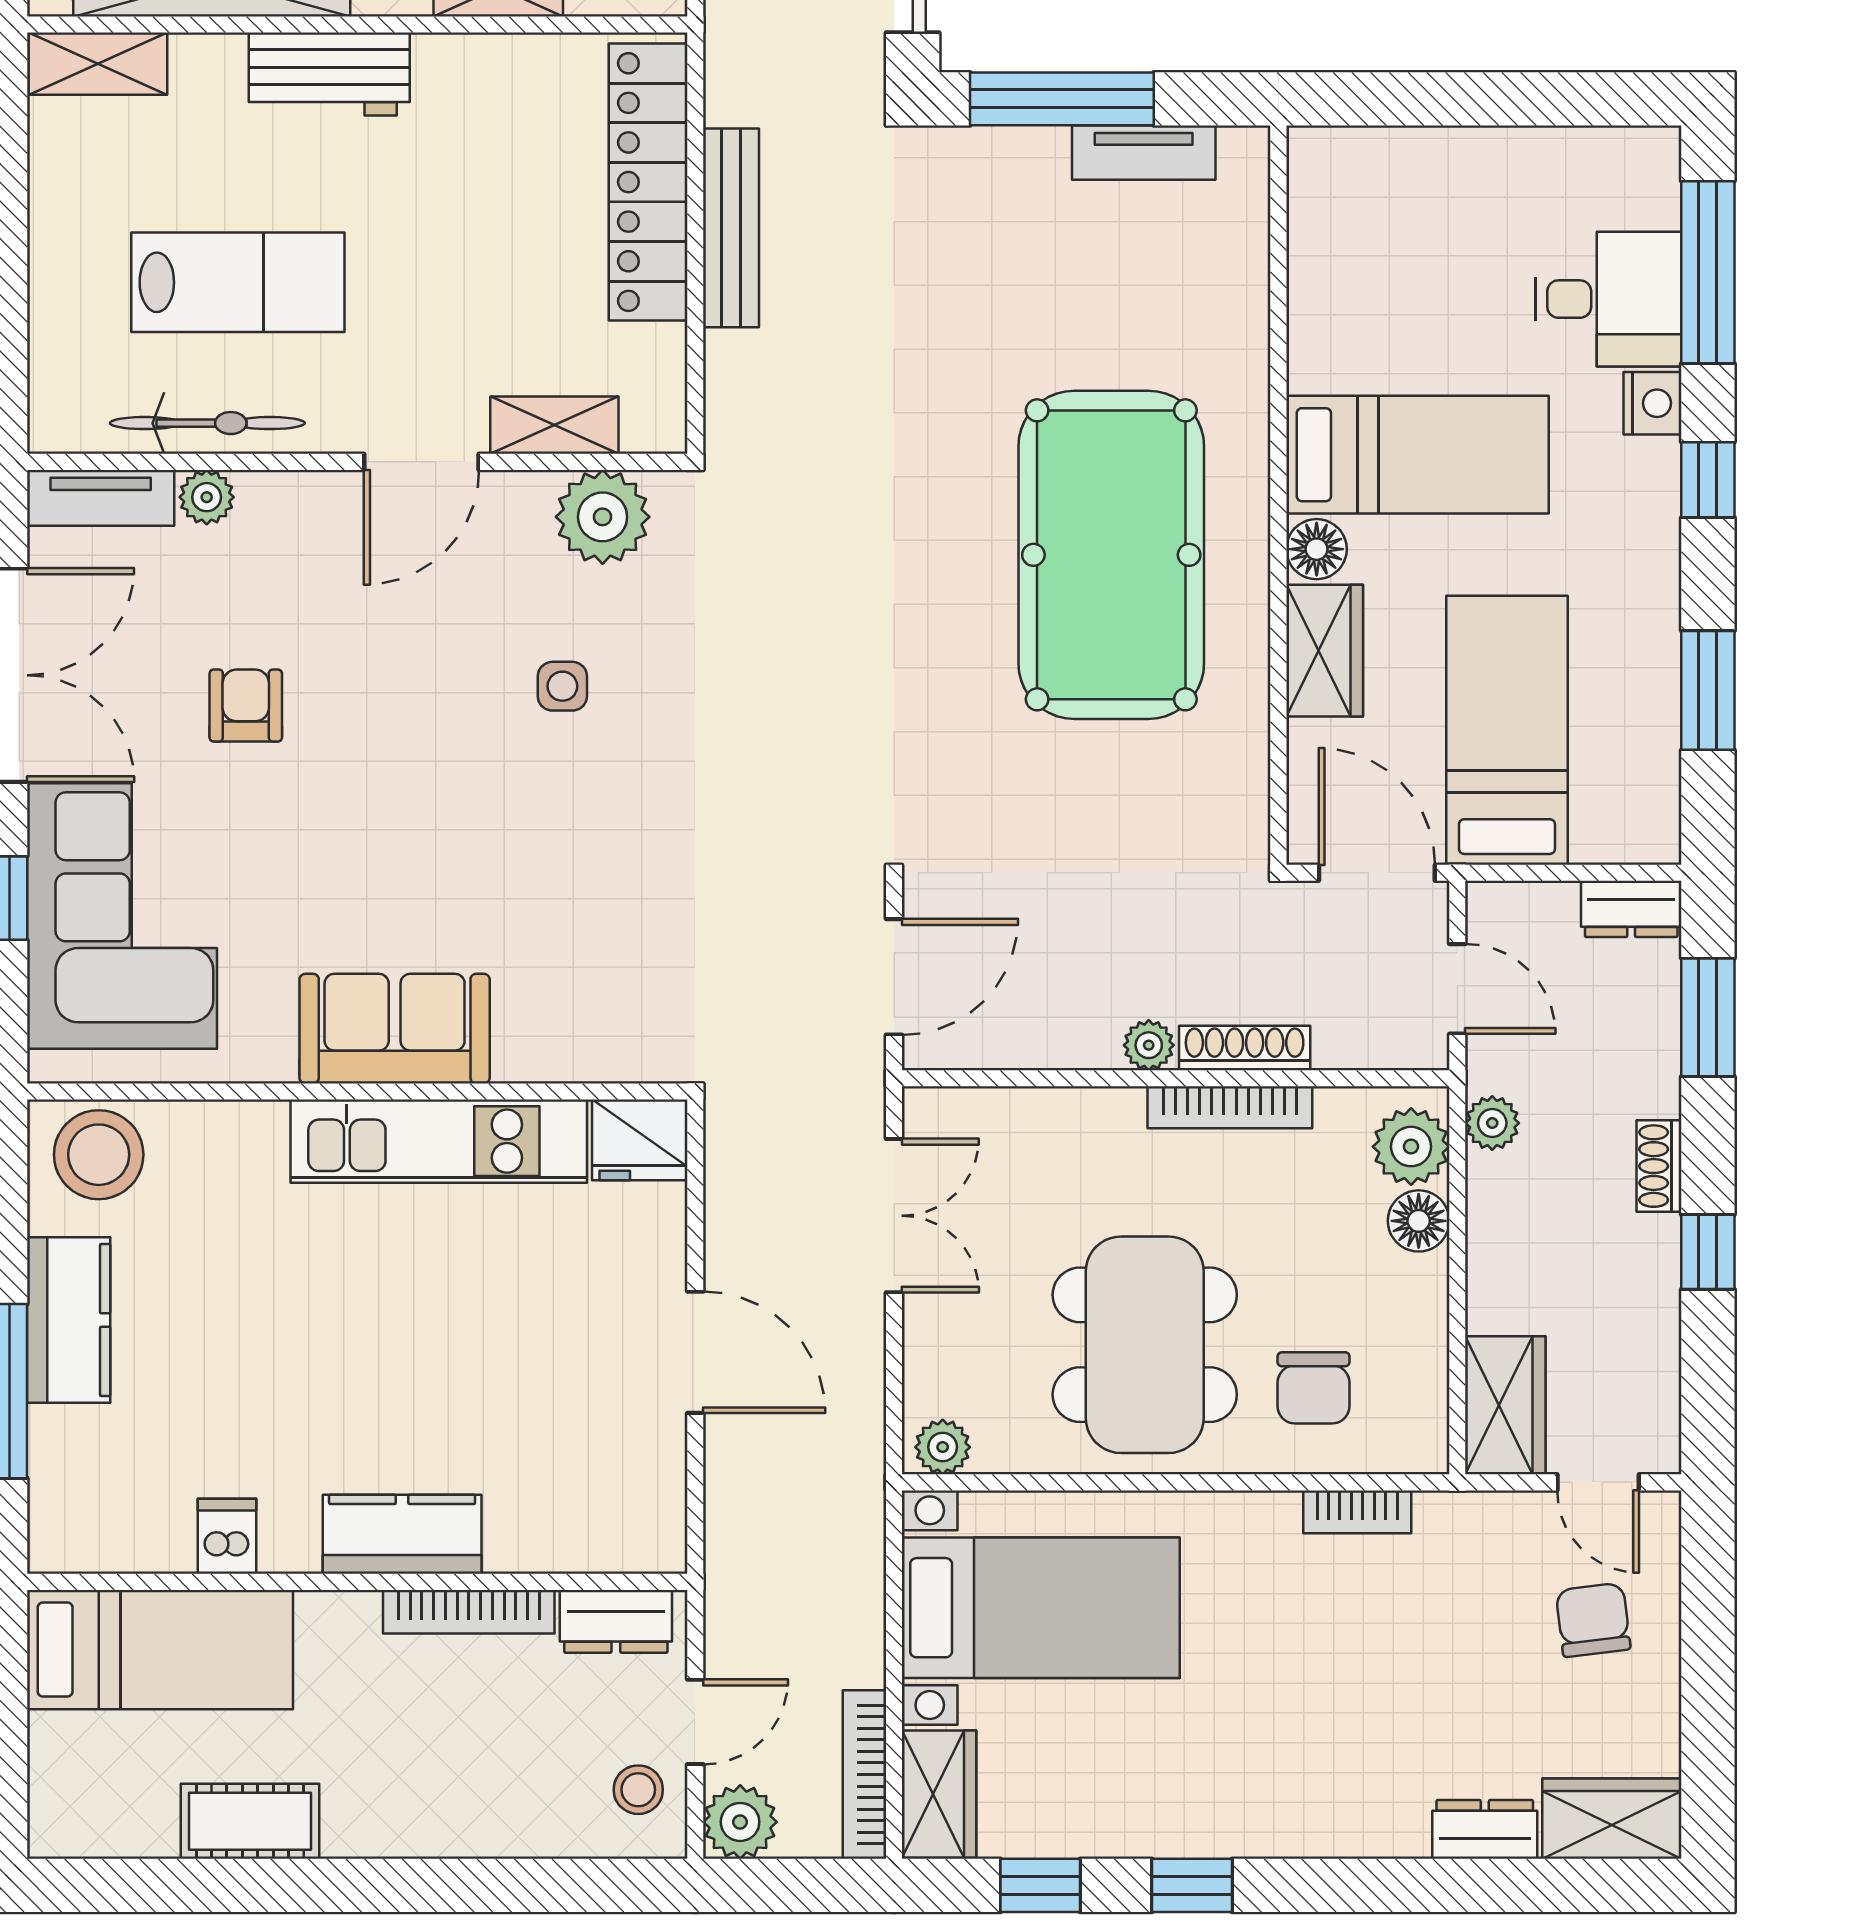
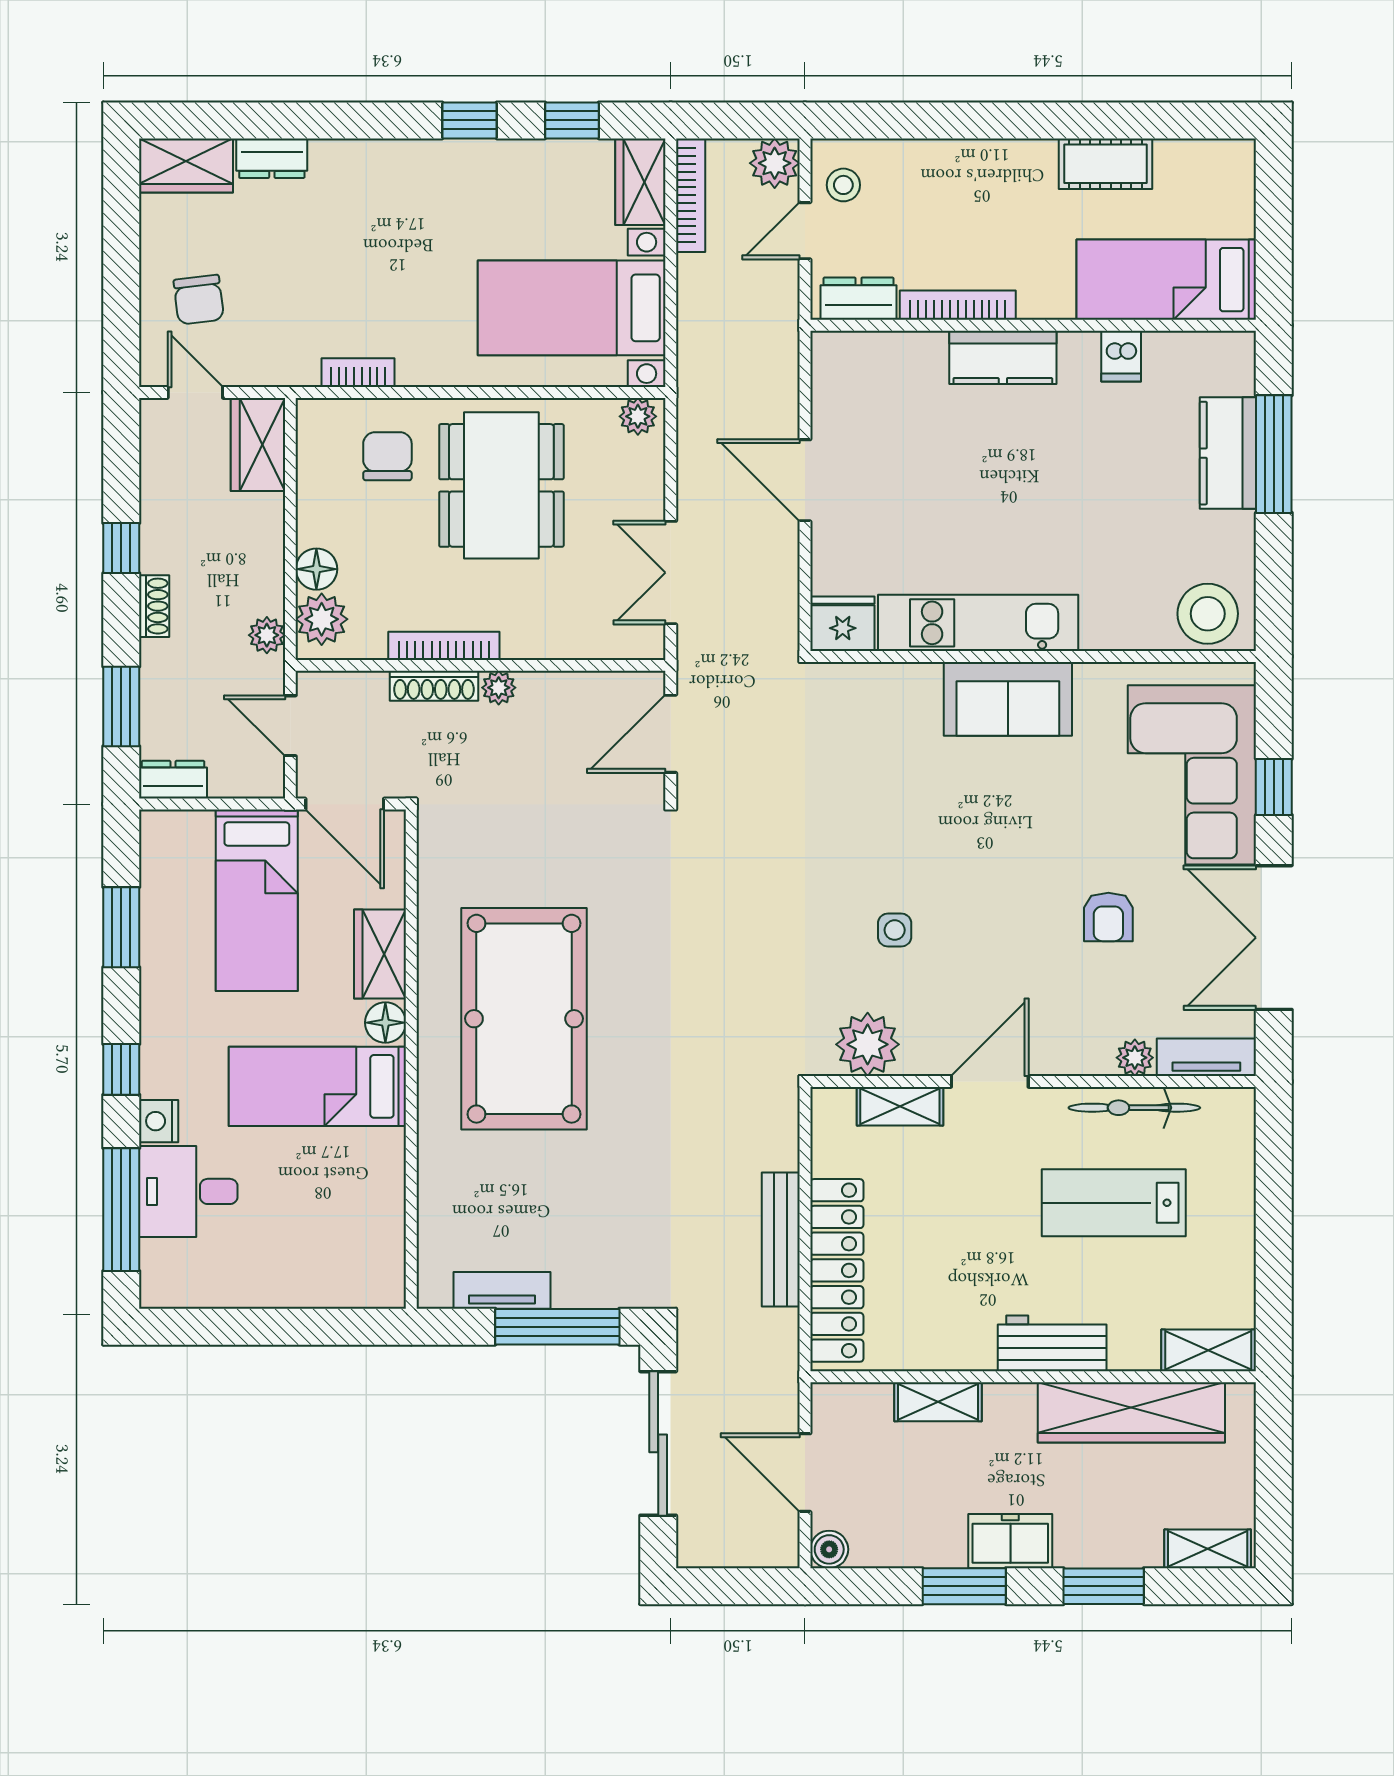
kitchen counter: (69, 1320) -> (1228, 453), moved

